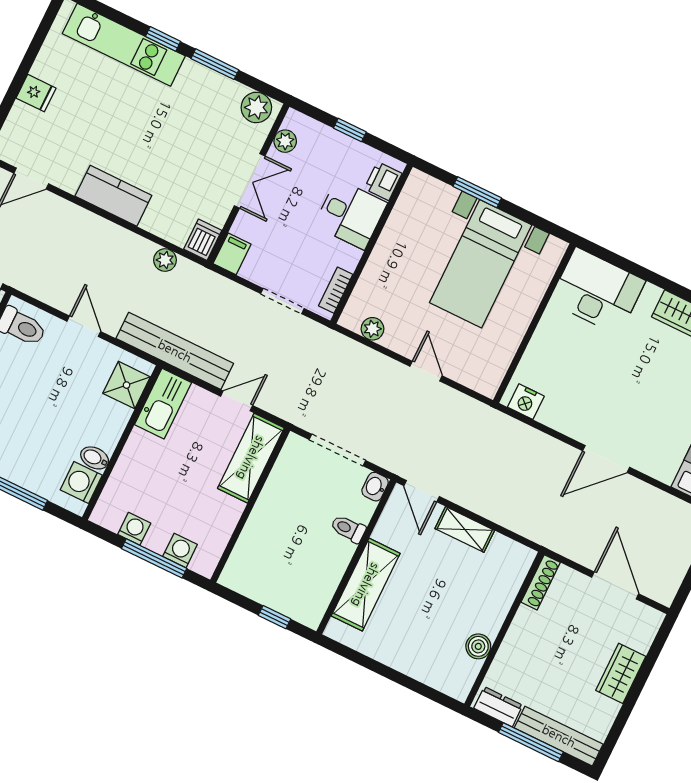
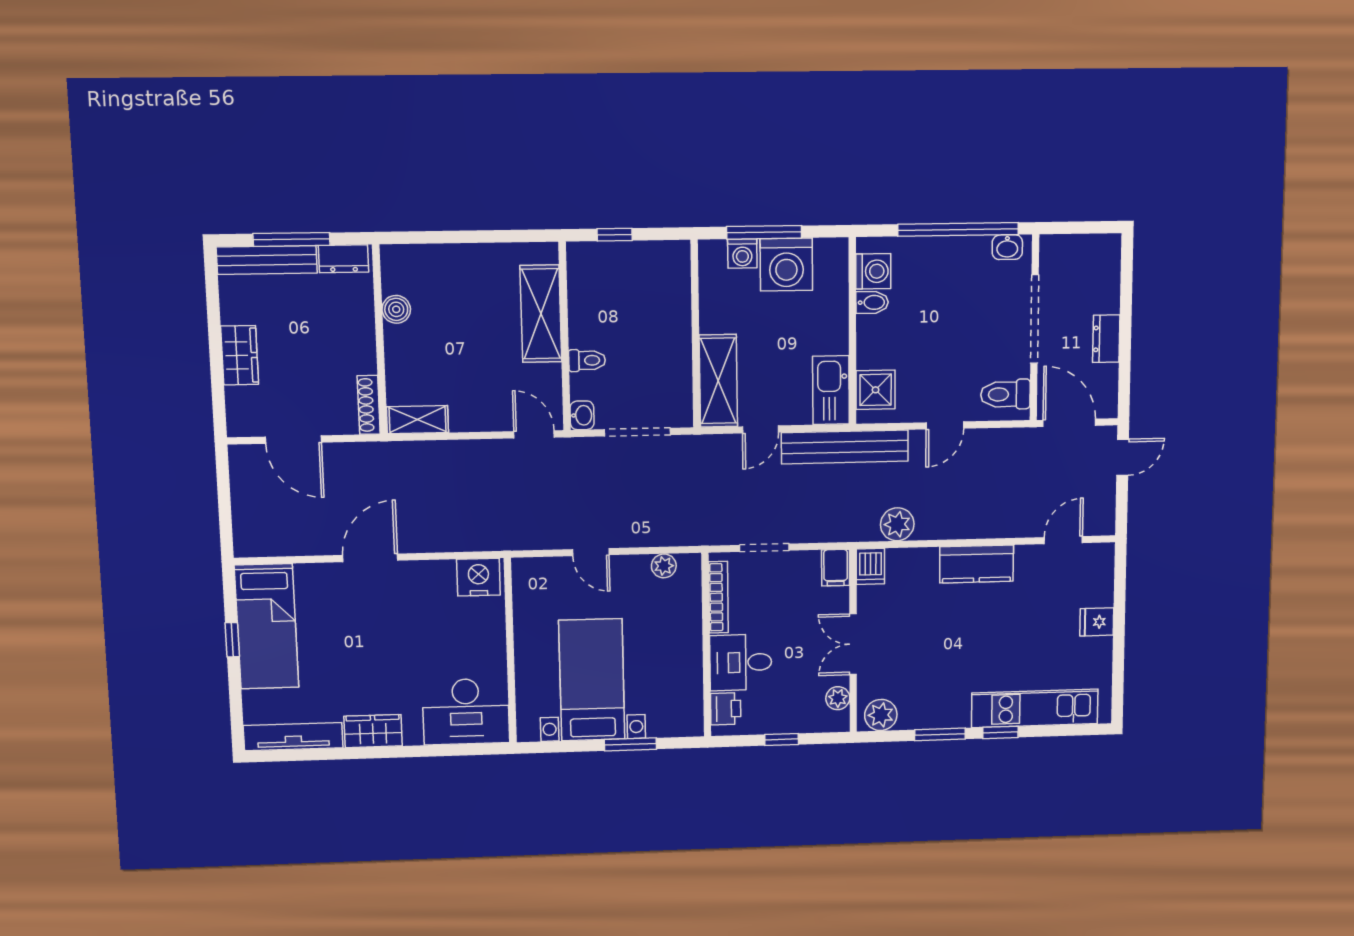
plant: (165, 260) -> (897, 524), width x1.38, depth x1.38
bookcase: (336, 290) -> (718, 597), width x1.56
door: (84, 326) -> (945, 425), hinge flipped
nightstand: (526, 402) -> (478, 577), width x1.36, depth x1.33
washing machine: (134, 529) -> (786, 265), width x1.89, depth x1.89
shelving: (465, 529) -> (417, 420), moved

